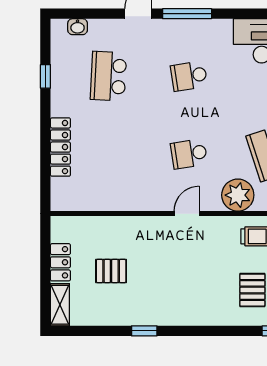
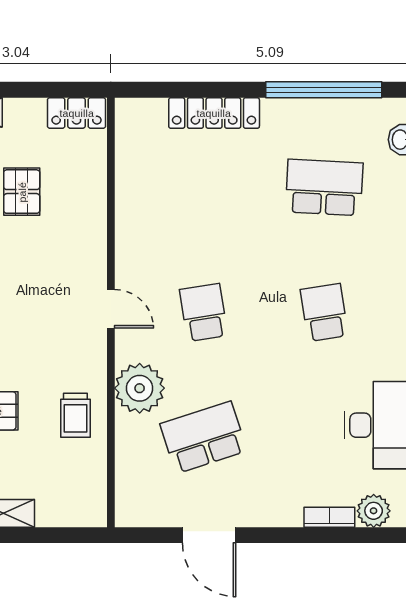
window: (45, 76) -> (324, 90), width x3.17
locker: (60, 262) -> (77, 113), moved

